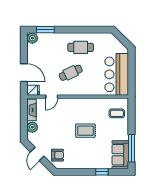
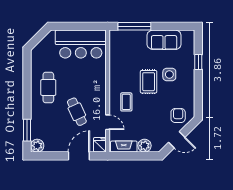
cafe table: (71, 73) -> (77, 112), moved
coffee table: (117, 113) -> (126, 102), moved
side table: (91, 148) -> (169, 74), added
window: (131, 148) -> (134, 26), moved
sofa: (120, 155) -> (164, 40), moved

